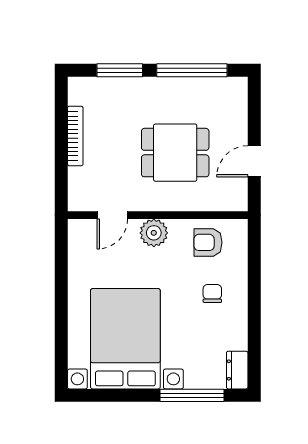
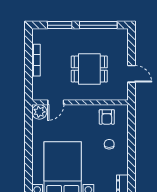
door: (254, 161) -> (131, 74), swing flipped
plant: (154, 233) -> (39, 112), moved
armchair: (208, 242) -> (107, 117), turned -90

